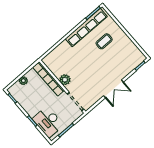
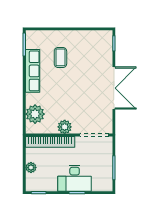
row of seats: (86, 28) -> (33, 71), width x0.73
plant: (57, 55) -> (35, 114), added
double door: (113, 89) -> (114, 88), width x1.37
desk: (48, 122) -> (75, 178), moved

